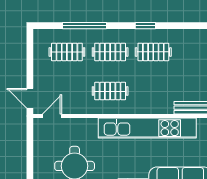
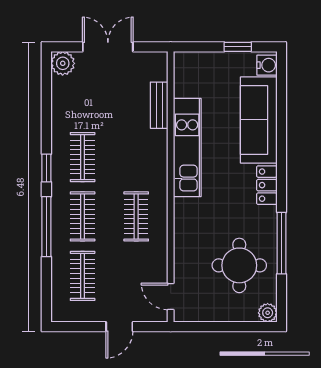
window: (85, 26) -> (46, 227), moved
door: (30, 98) -> (119, 327), moved
kitchen unit: (147, 128) -> (187, 148), width x0.73

